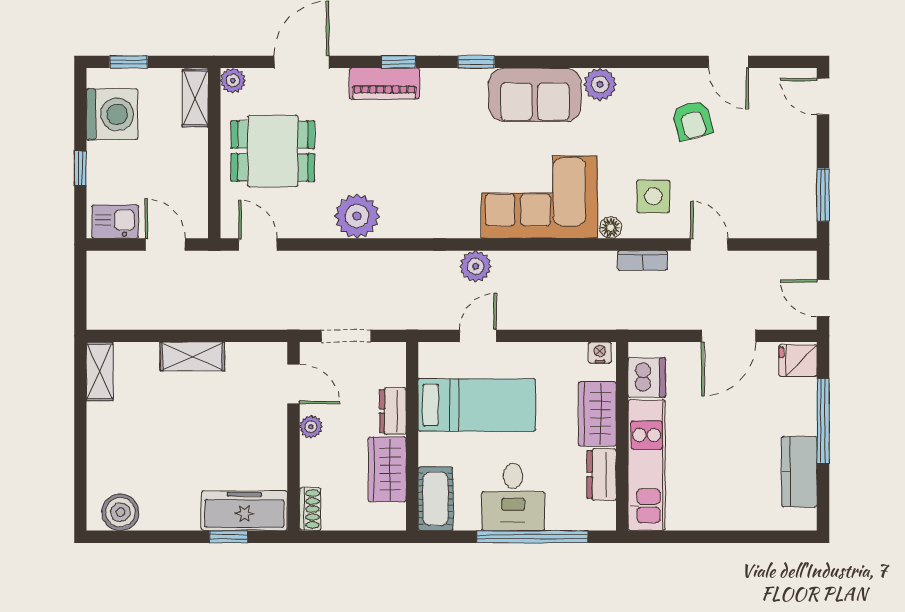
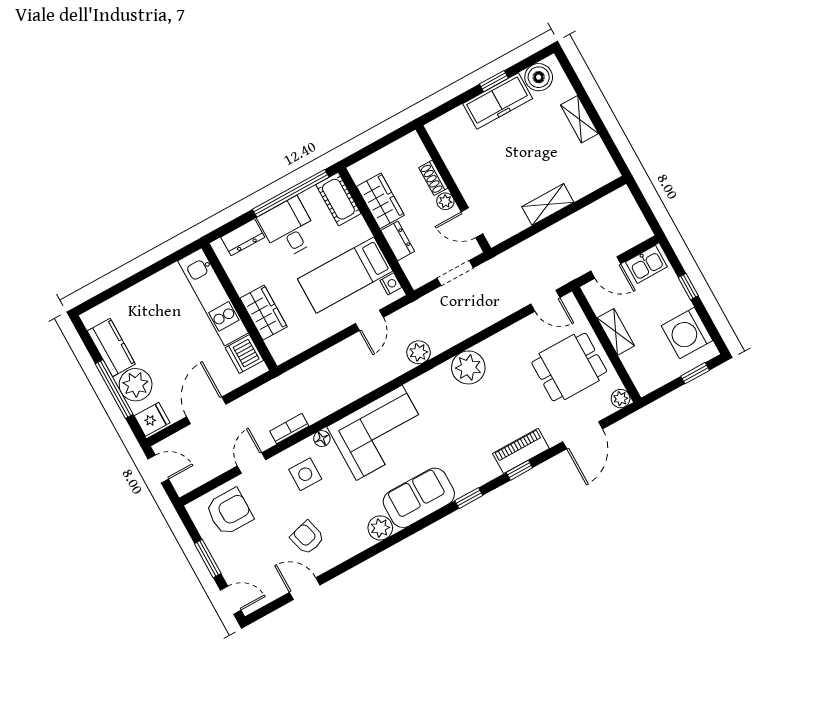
shelving: (195, 98) -> (616, 332), moved
window: (823, 195) -> (208, 559), moved
armchair: (767, 202) -> (229, 512), added
plant: (357, 216) -> (468, 367), moved
door: (709, 245) -> (252, 463), swing flipped
plant: (476, 266) -> (419, 352), moved
nightstand: (600, 353) -> (391, 284), moved, turned -90
shelving: (100, 371) -> (579, 119), moved
plant: (795, 412) -> (136, 385), added
dresser: (601, 474) -> (243, 237), moved, turned 90
shoe rack: (310, 509) -> (433, 178), moved
freezer: (244, 511) -> (498, 101), moved
window: (229, 537) -> (494, 81), moved
window: (532, 537) -> (291, 193), moved

